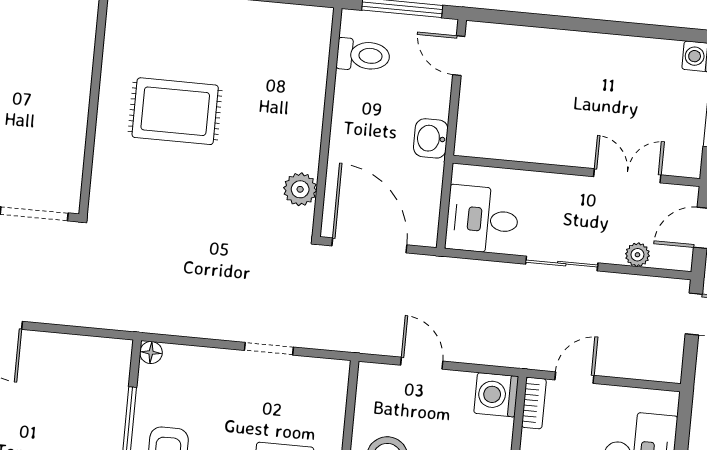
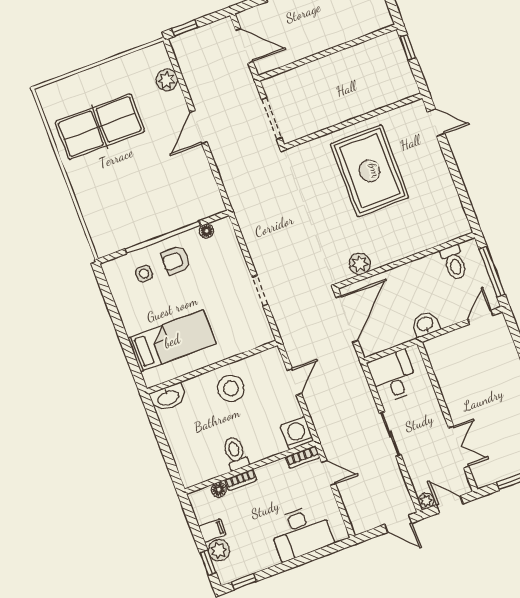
rug: (175, 111) -> (370, 171), width x1.37, depth x1.44
plant: (637, 255) -> (426, 501), moved
floor lamp: (151, 353) -> (206, 231), moved

